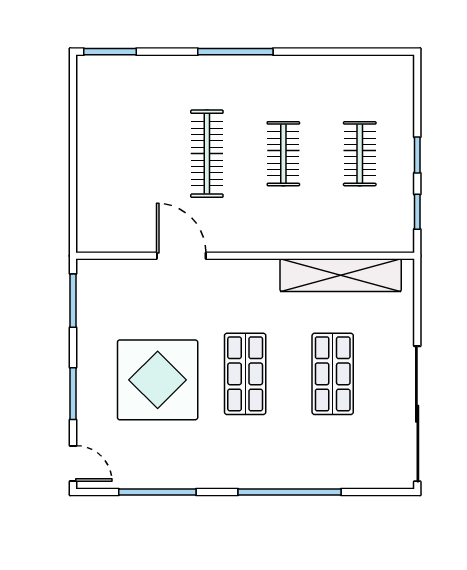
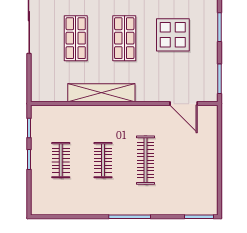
door: (181, 256) -> (184, 104), moved
shelving: (341, 275) -> (101, 93), moved
display table: (158, 380) -> (173, 35), width x0.73, depth x0.73

